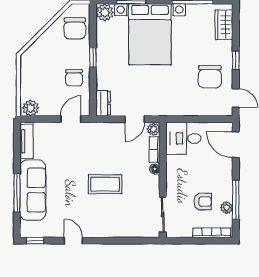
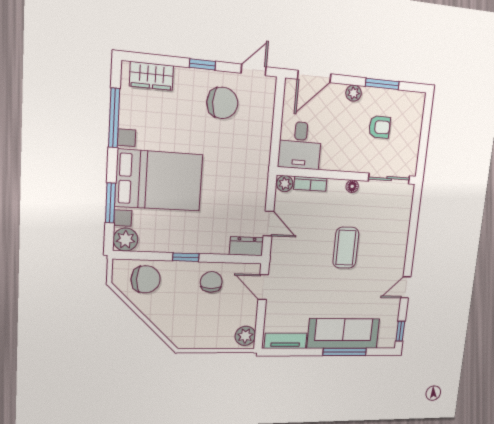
chair: (74, 78) -> (211, 282), turned -90
door: (135, 119) -> (269, 223), moved
floor lamp: (155, 169) -> (352, 186), moved
window: (236, 200) -> (382, 84), width x0.69
armchair: (203, 202) -> (379, 127), turned 90
plant: (227, 208) -> (354, 93), moved
bookcase: (212, 233) -> (417, 119), removed

